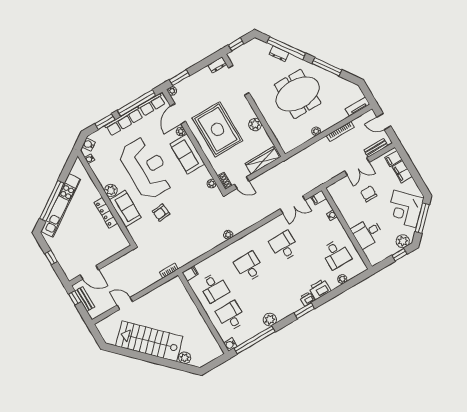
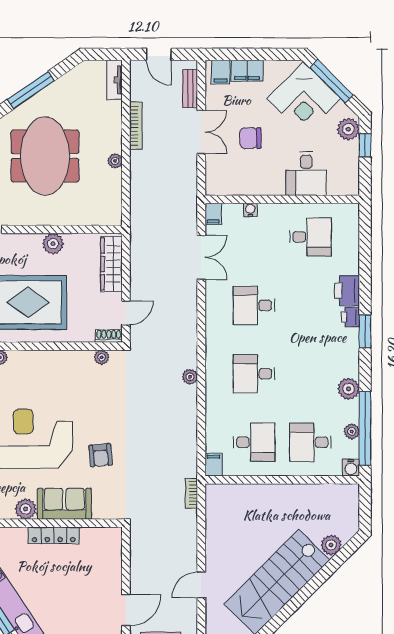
door: (384, 121) -> (159, 54), hinge flipped
sofa: (187, 154) -> (38, 367), removed
plant: (342, 279) -> (352, 431), moved

